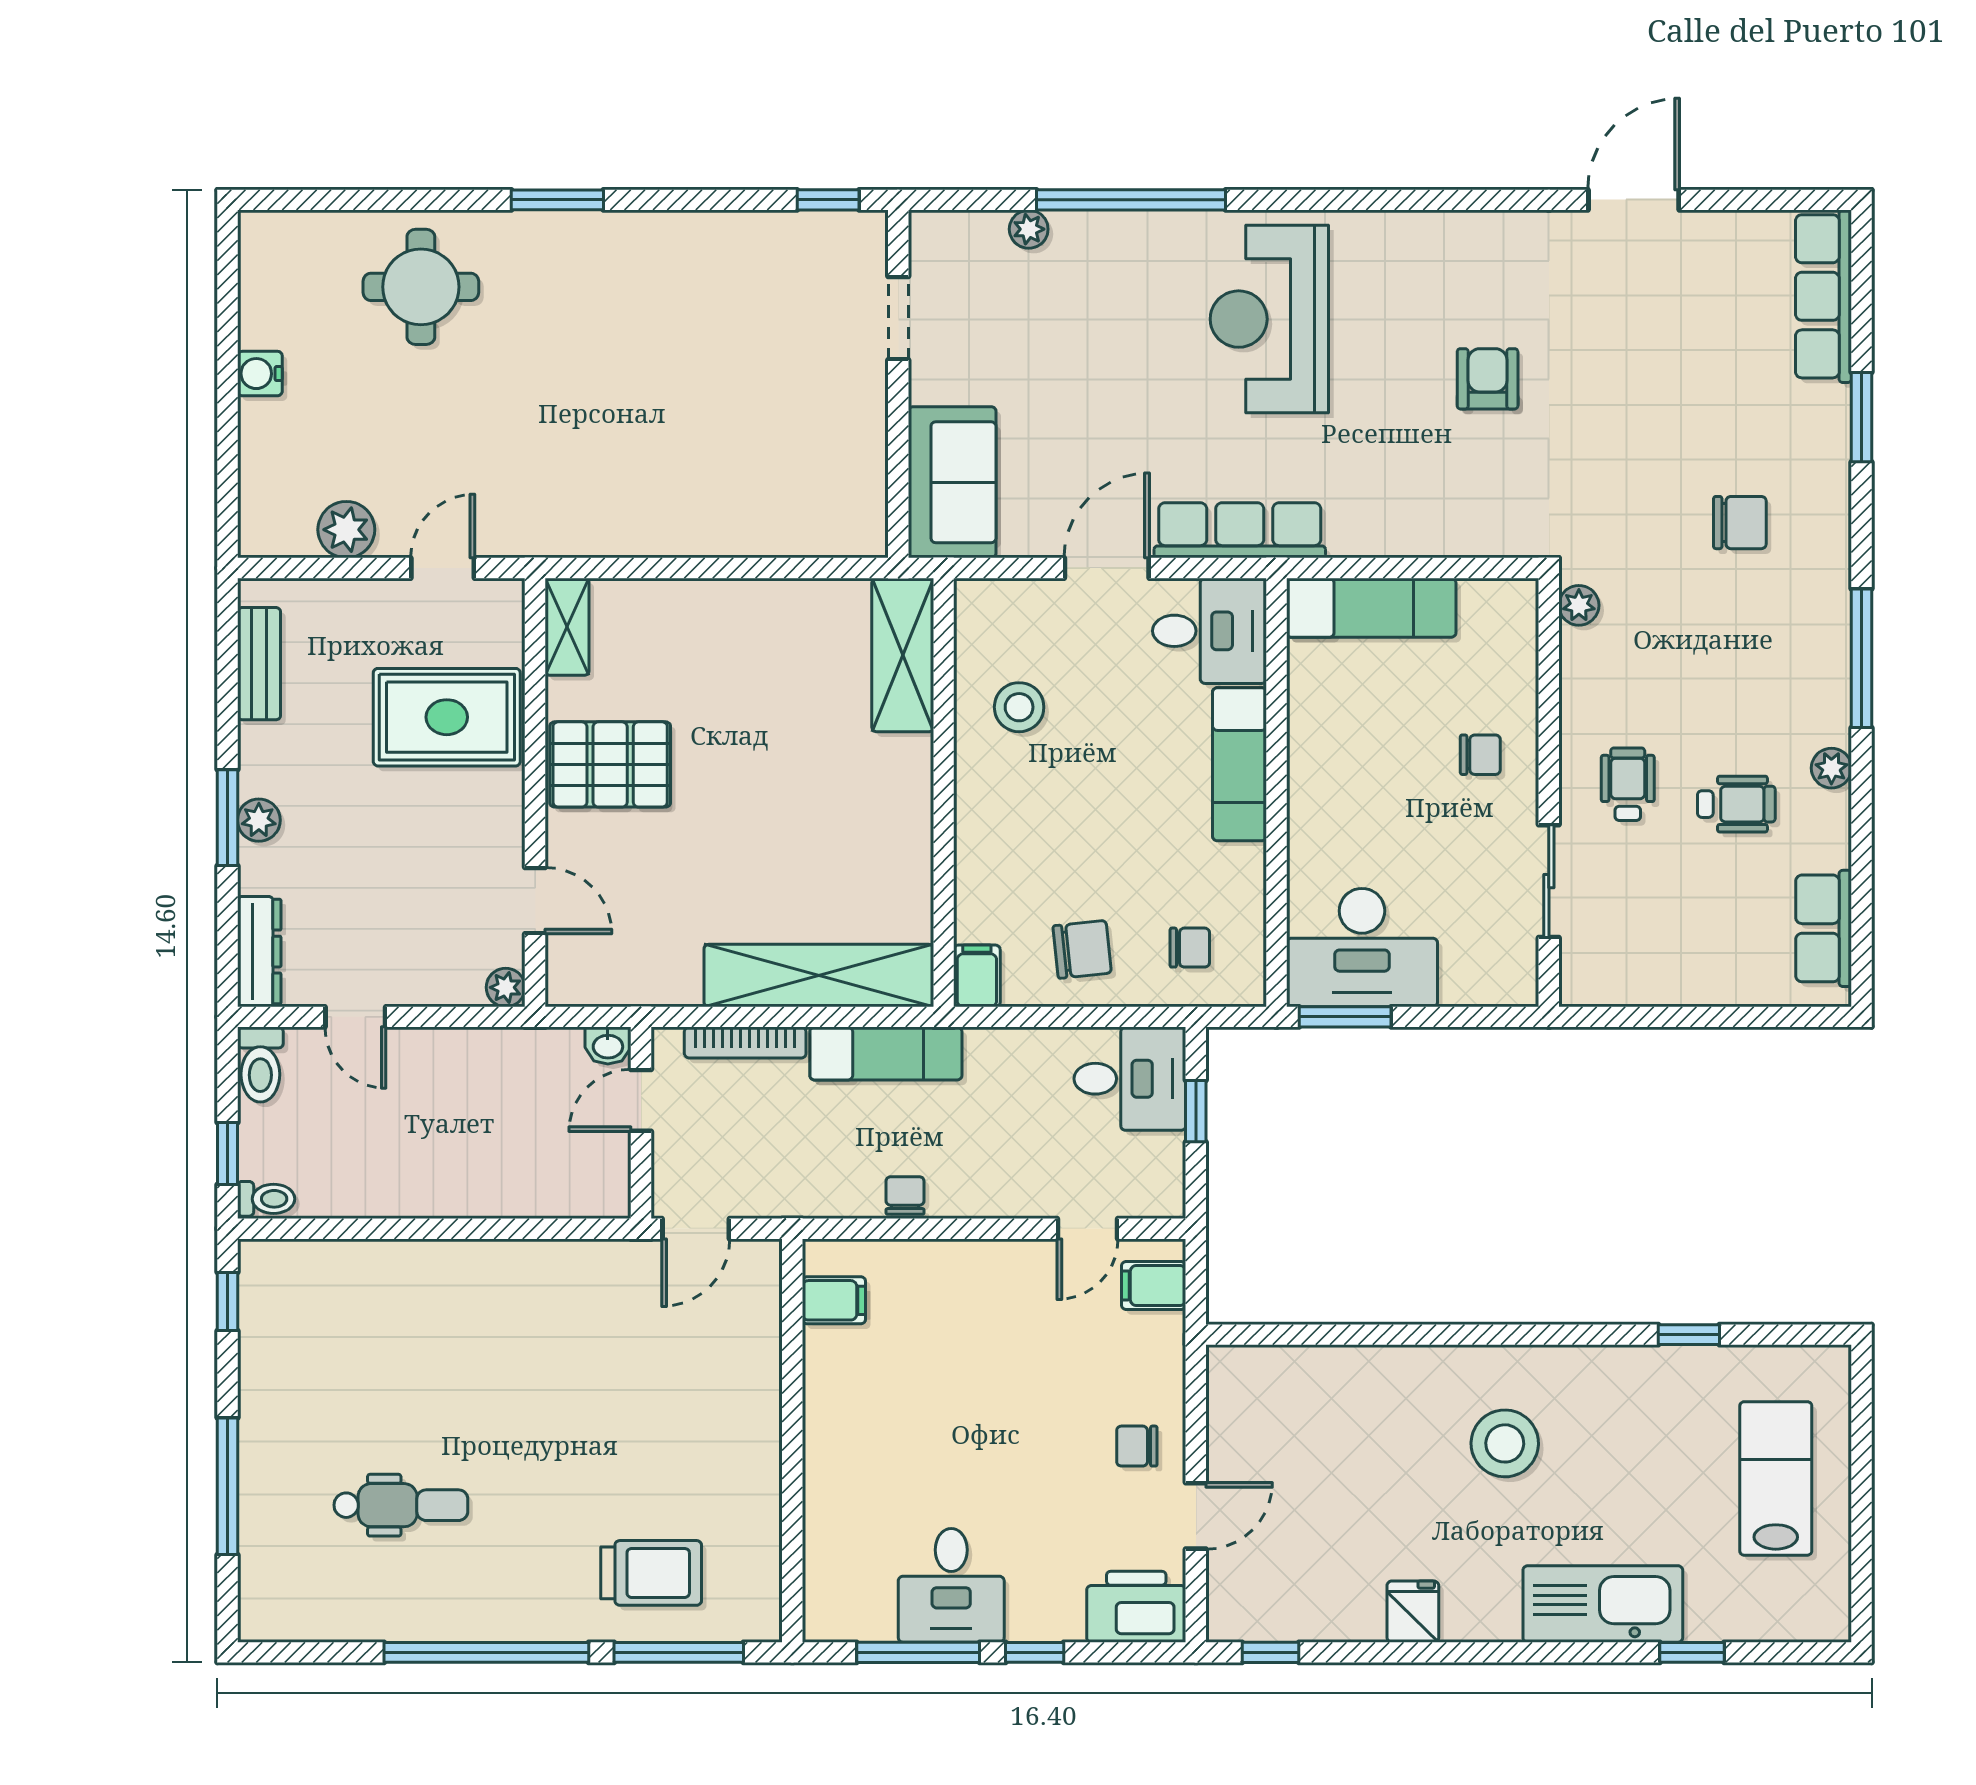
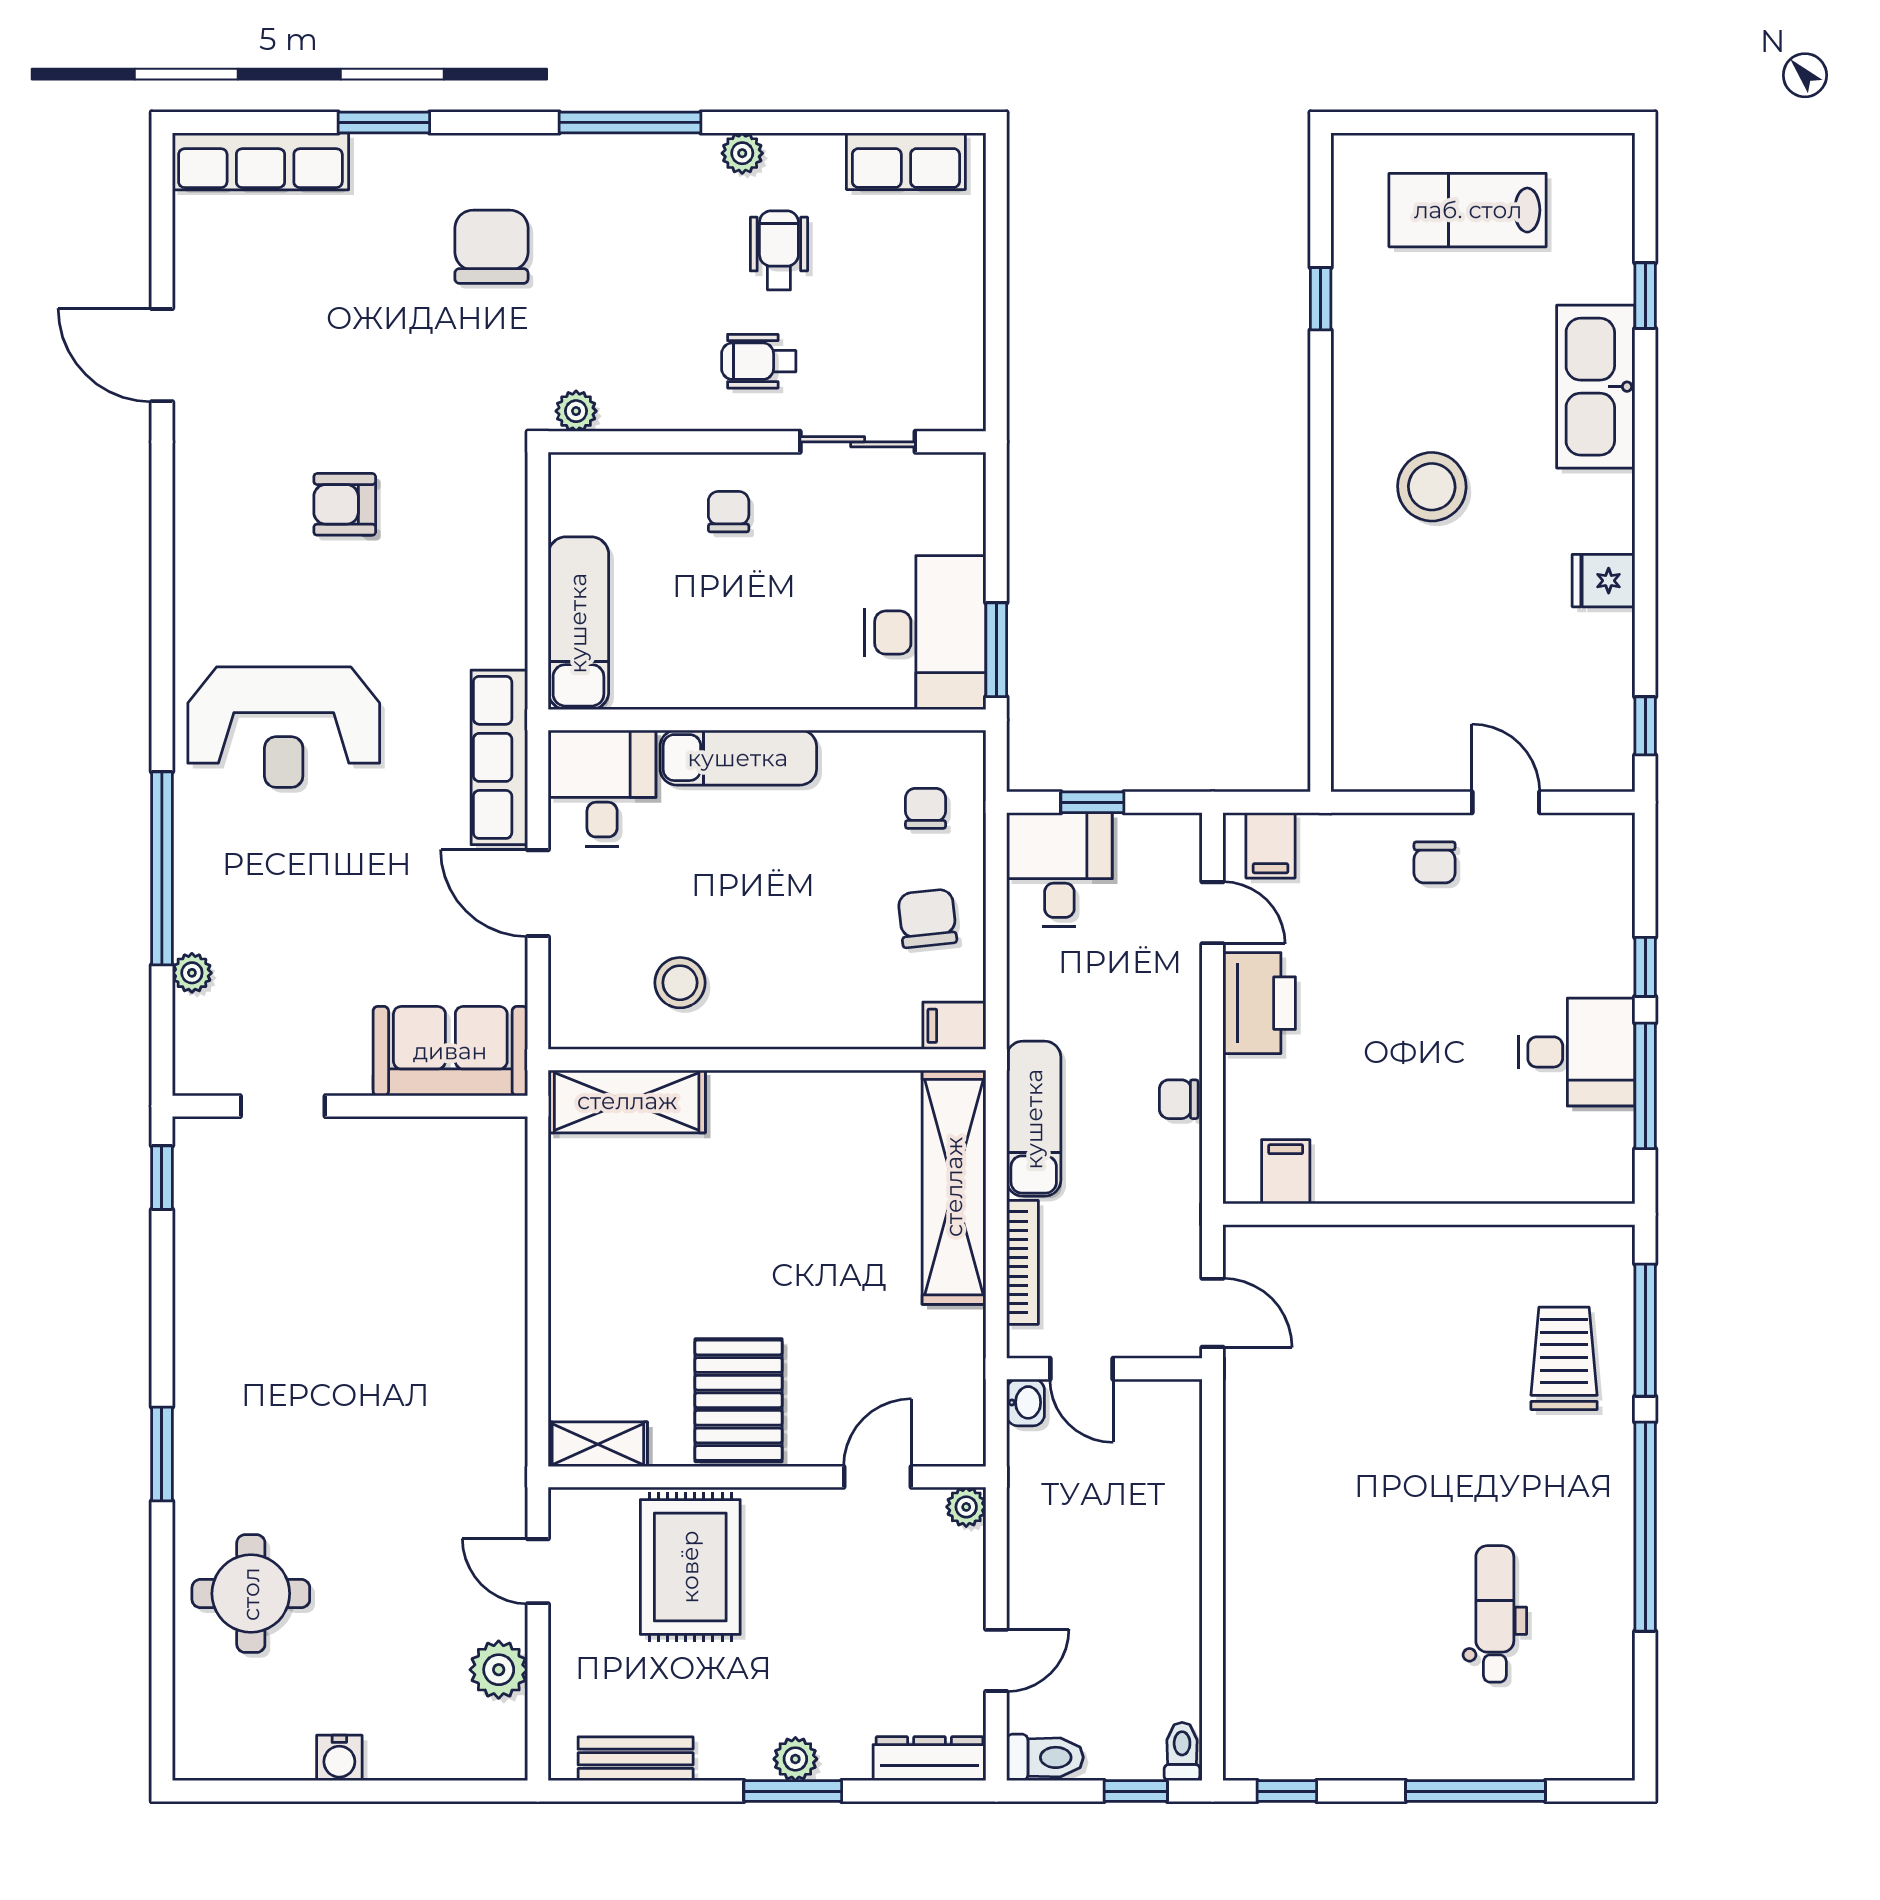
chair: (1740, 523) -> (491, 247), width x1.37, depth x1.37
printer: (1136, 1607) -> (1259, 1003), moved, turned 180

